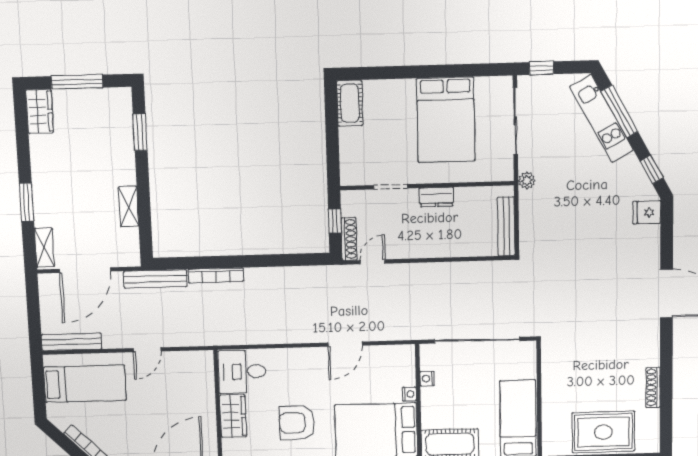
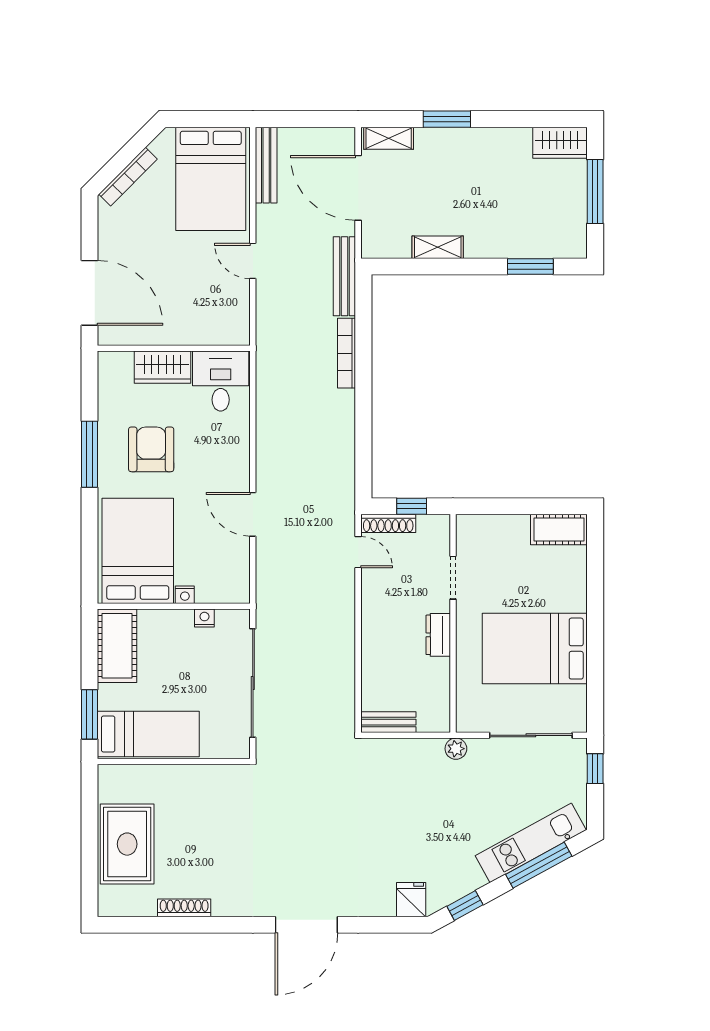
bench: (506, 226) -> (388, 722), width x0.73
bed: (85, 384) -> (211, 179), width x1.50

